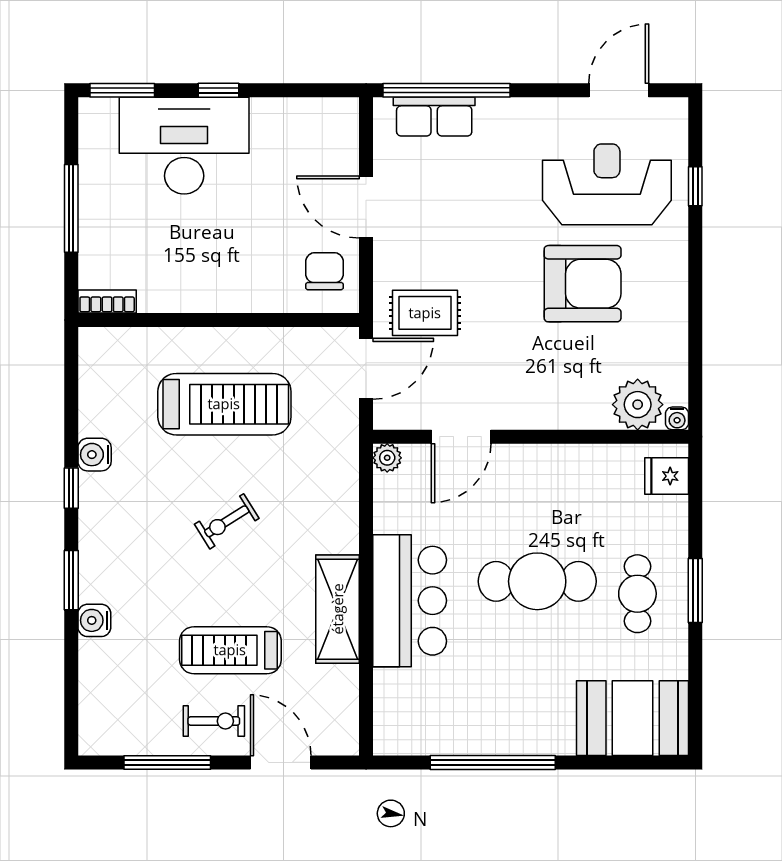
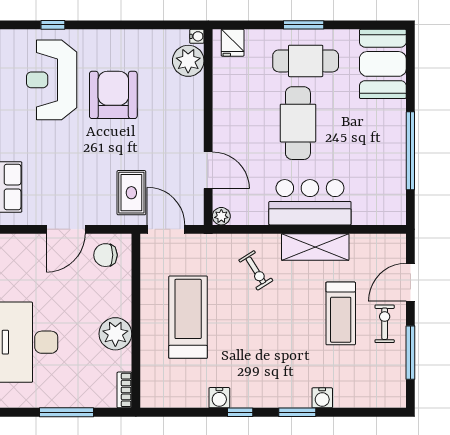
plant: (198, 287) -> (115, 334), added
exercise bike: (227, 521) -> (256, 270), moved
cafe table: (637, 594) -> (306, 61), width x1.37, depth x1.35

